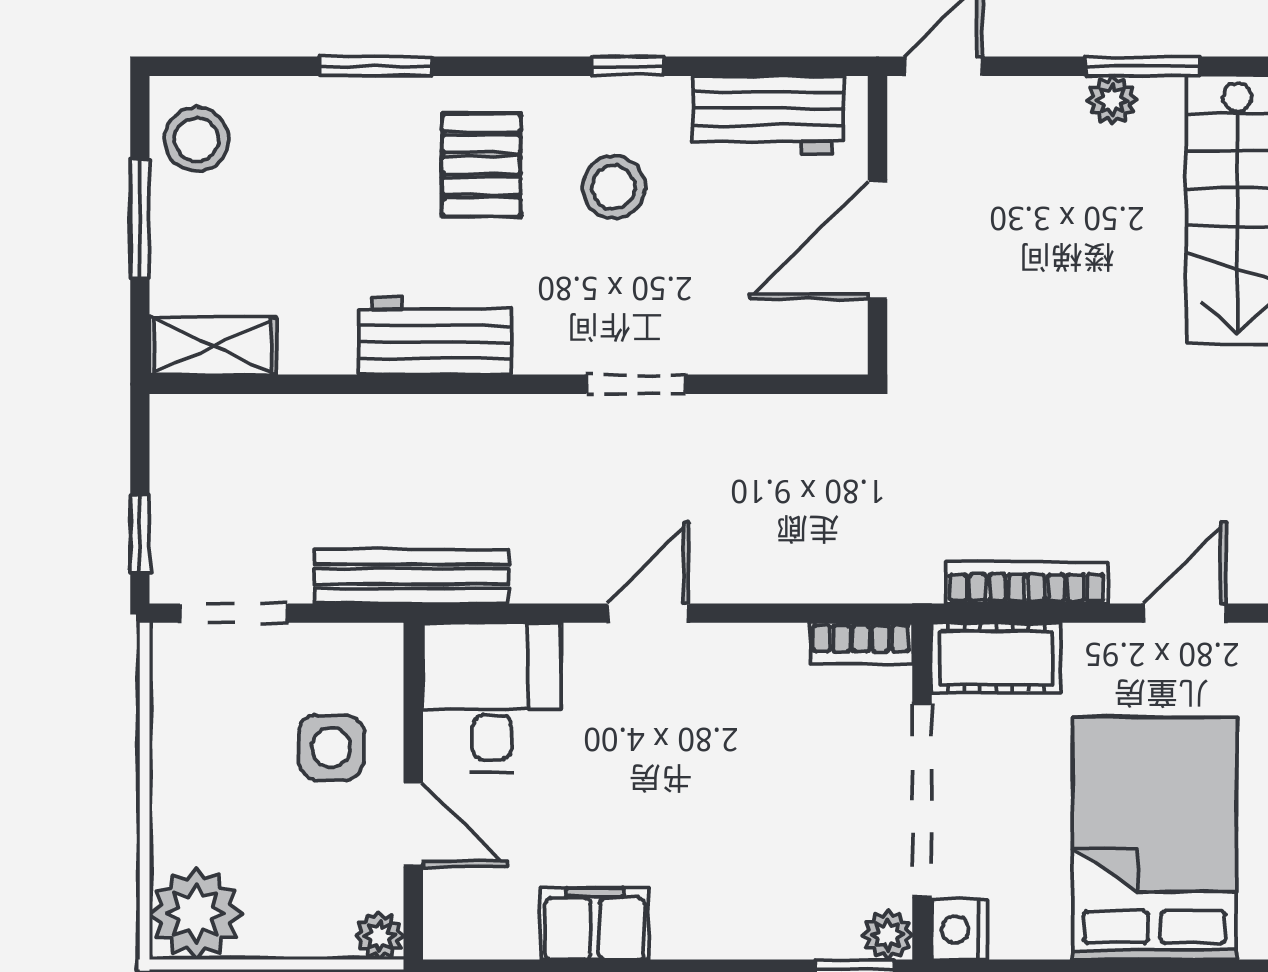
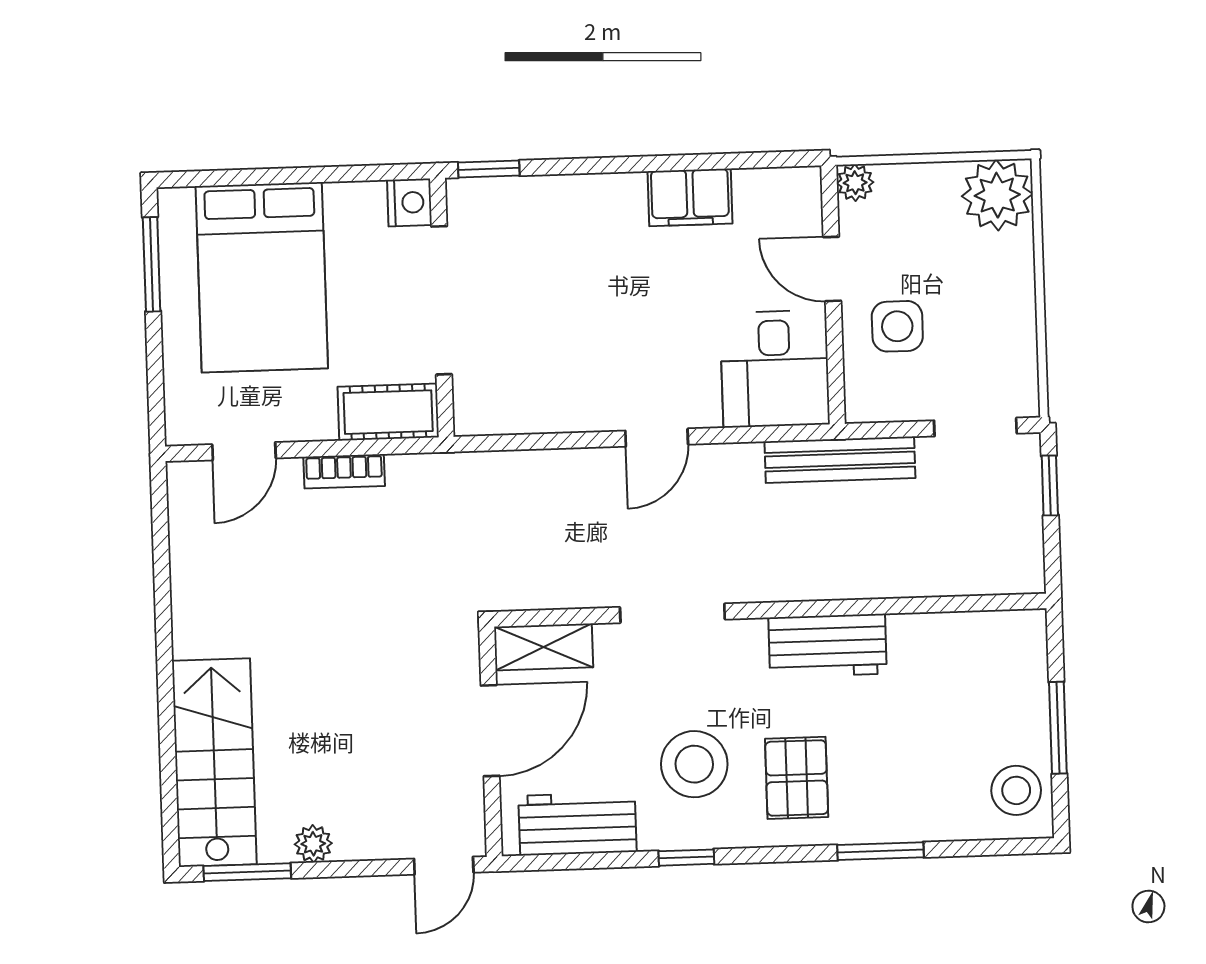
window: (1143, 66) -> (247, 872), moved
stool: (614, 187) -> (694, 764), width x1.38, depth x1.38
shelving: (213, 346) -> (544, 647), moved
doorway: (636, 384) -> (672, 613), width x1.38
bookcase: (1027, 583) -> (344, 471), width x0.64
bookcase: (861, 643) -> (492, 420), removed
plant: (888, 935) -> (465, 196), removed

